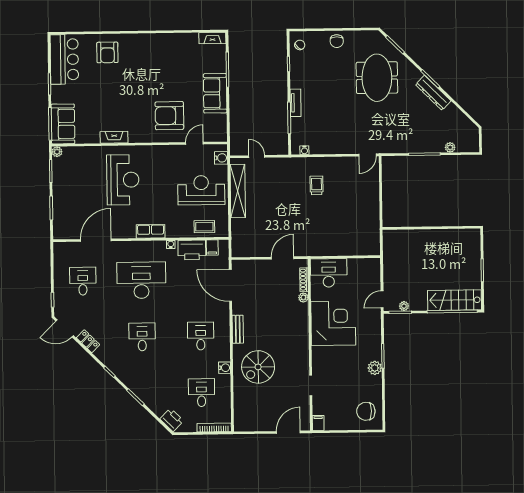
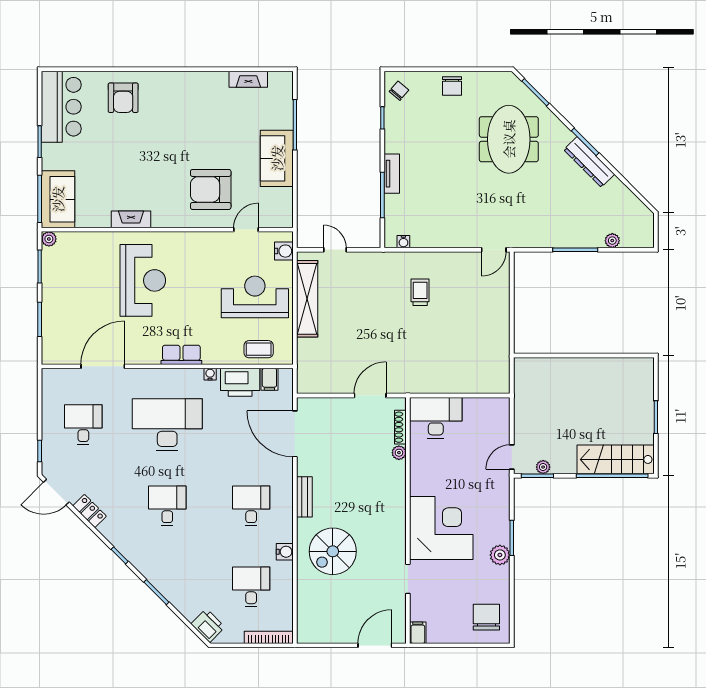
fireplace: (212, 38) -> (248, 79), moved
corner desk: (333, 323) -> (441, 528), moved
chair: (366, 411) -> (486, 617), turned 90

